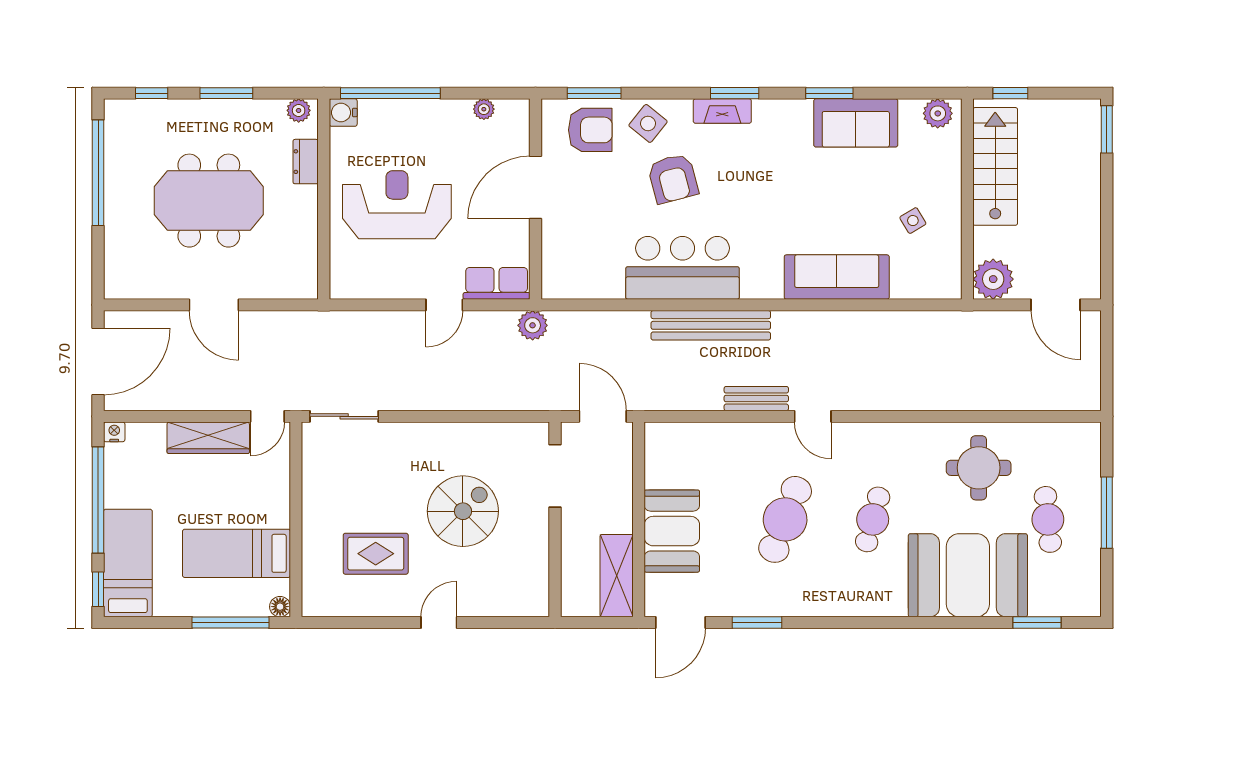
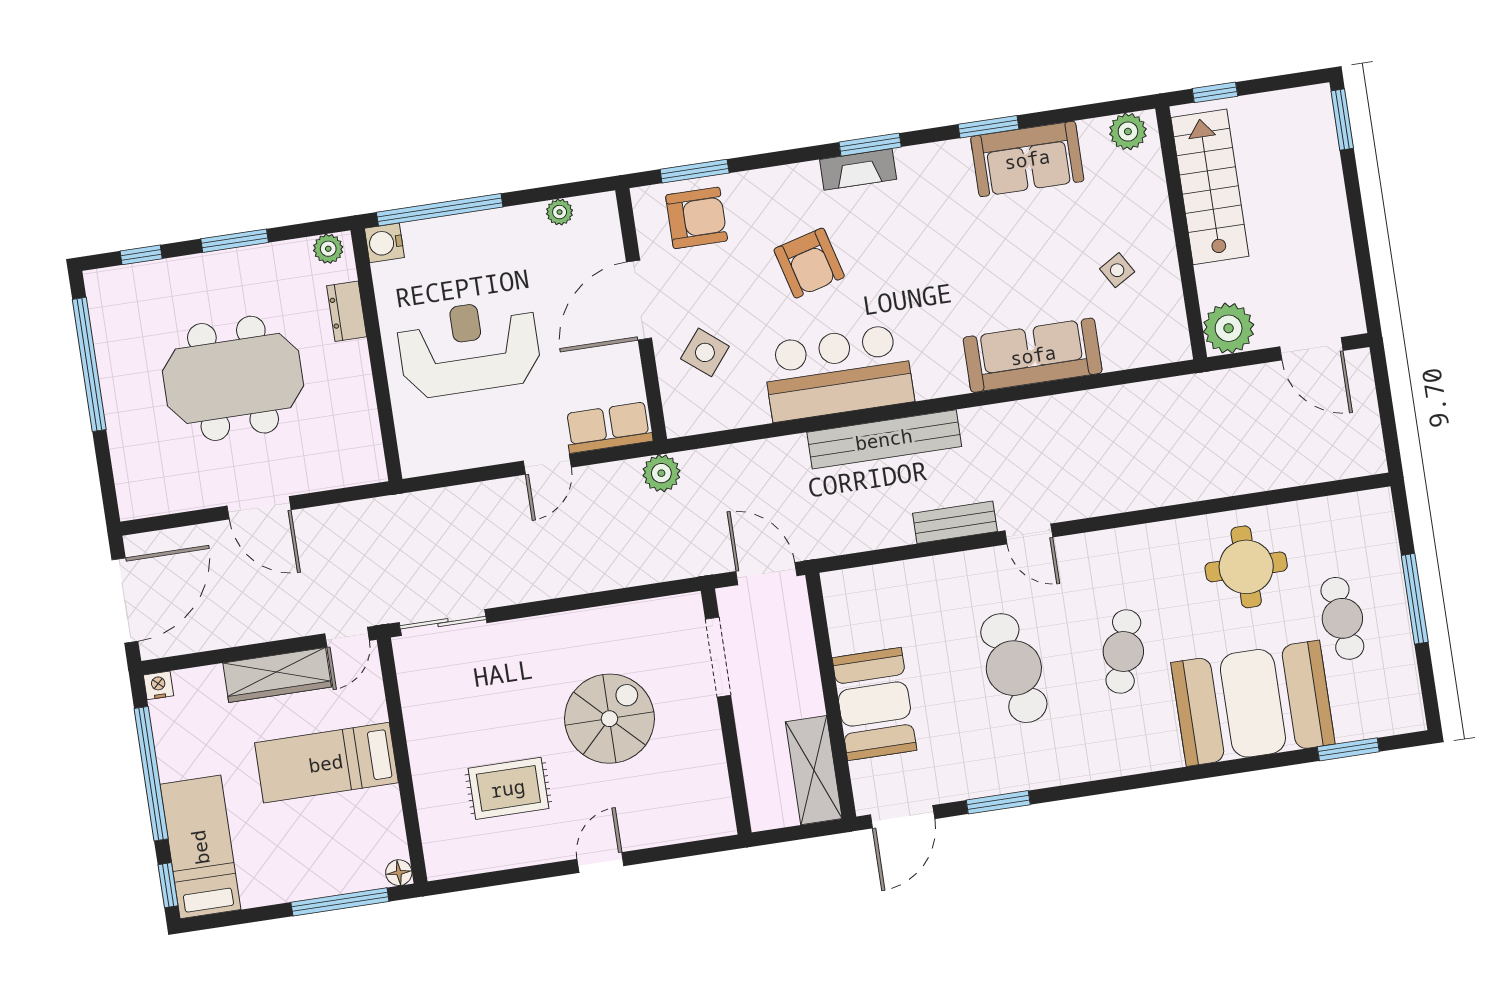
side table: (648, 123) -> (705, 352), moved
cafe table: (785, 519) -> (1014, 668), turned -33
bed: (236, 553) -> (326, 763), moved

